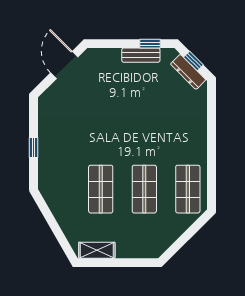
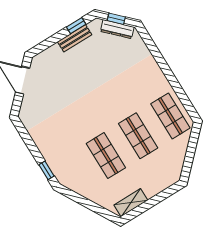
window: (33, 147) -> (46, 170), moved

